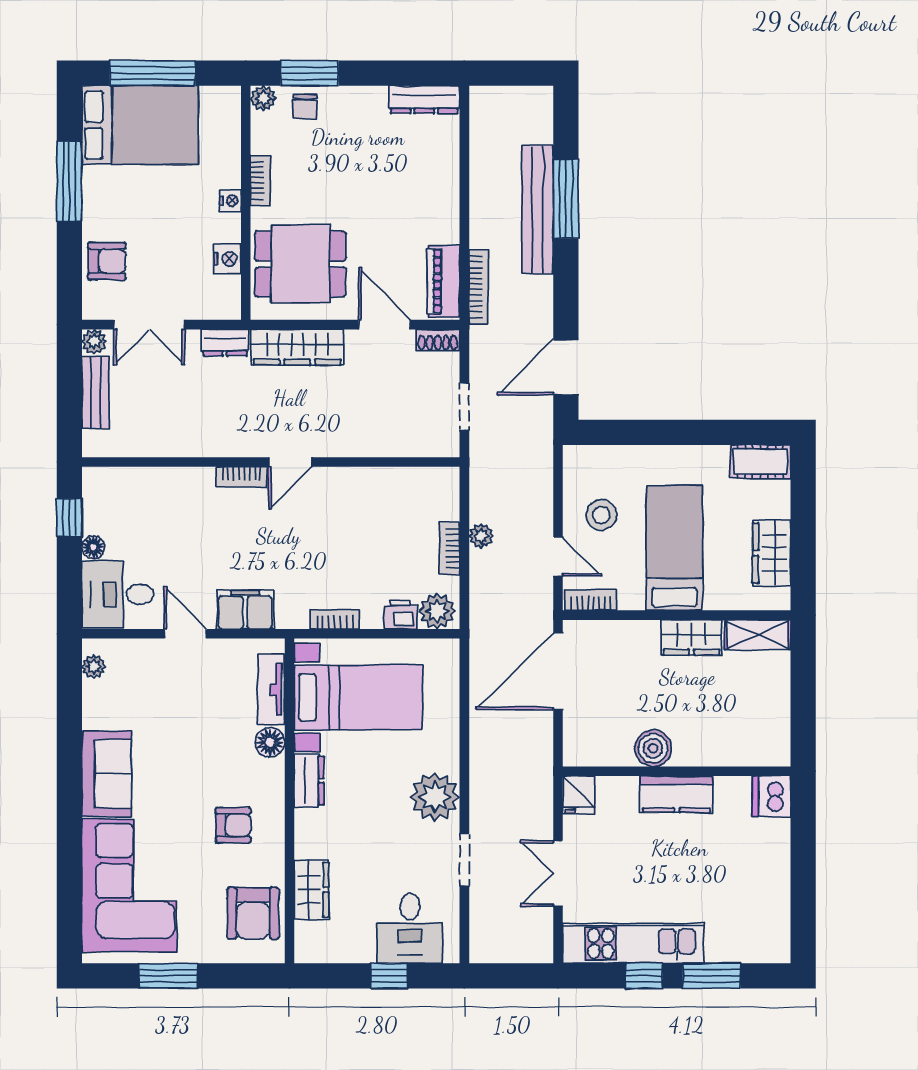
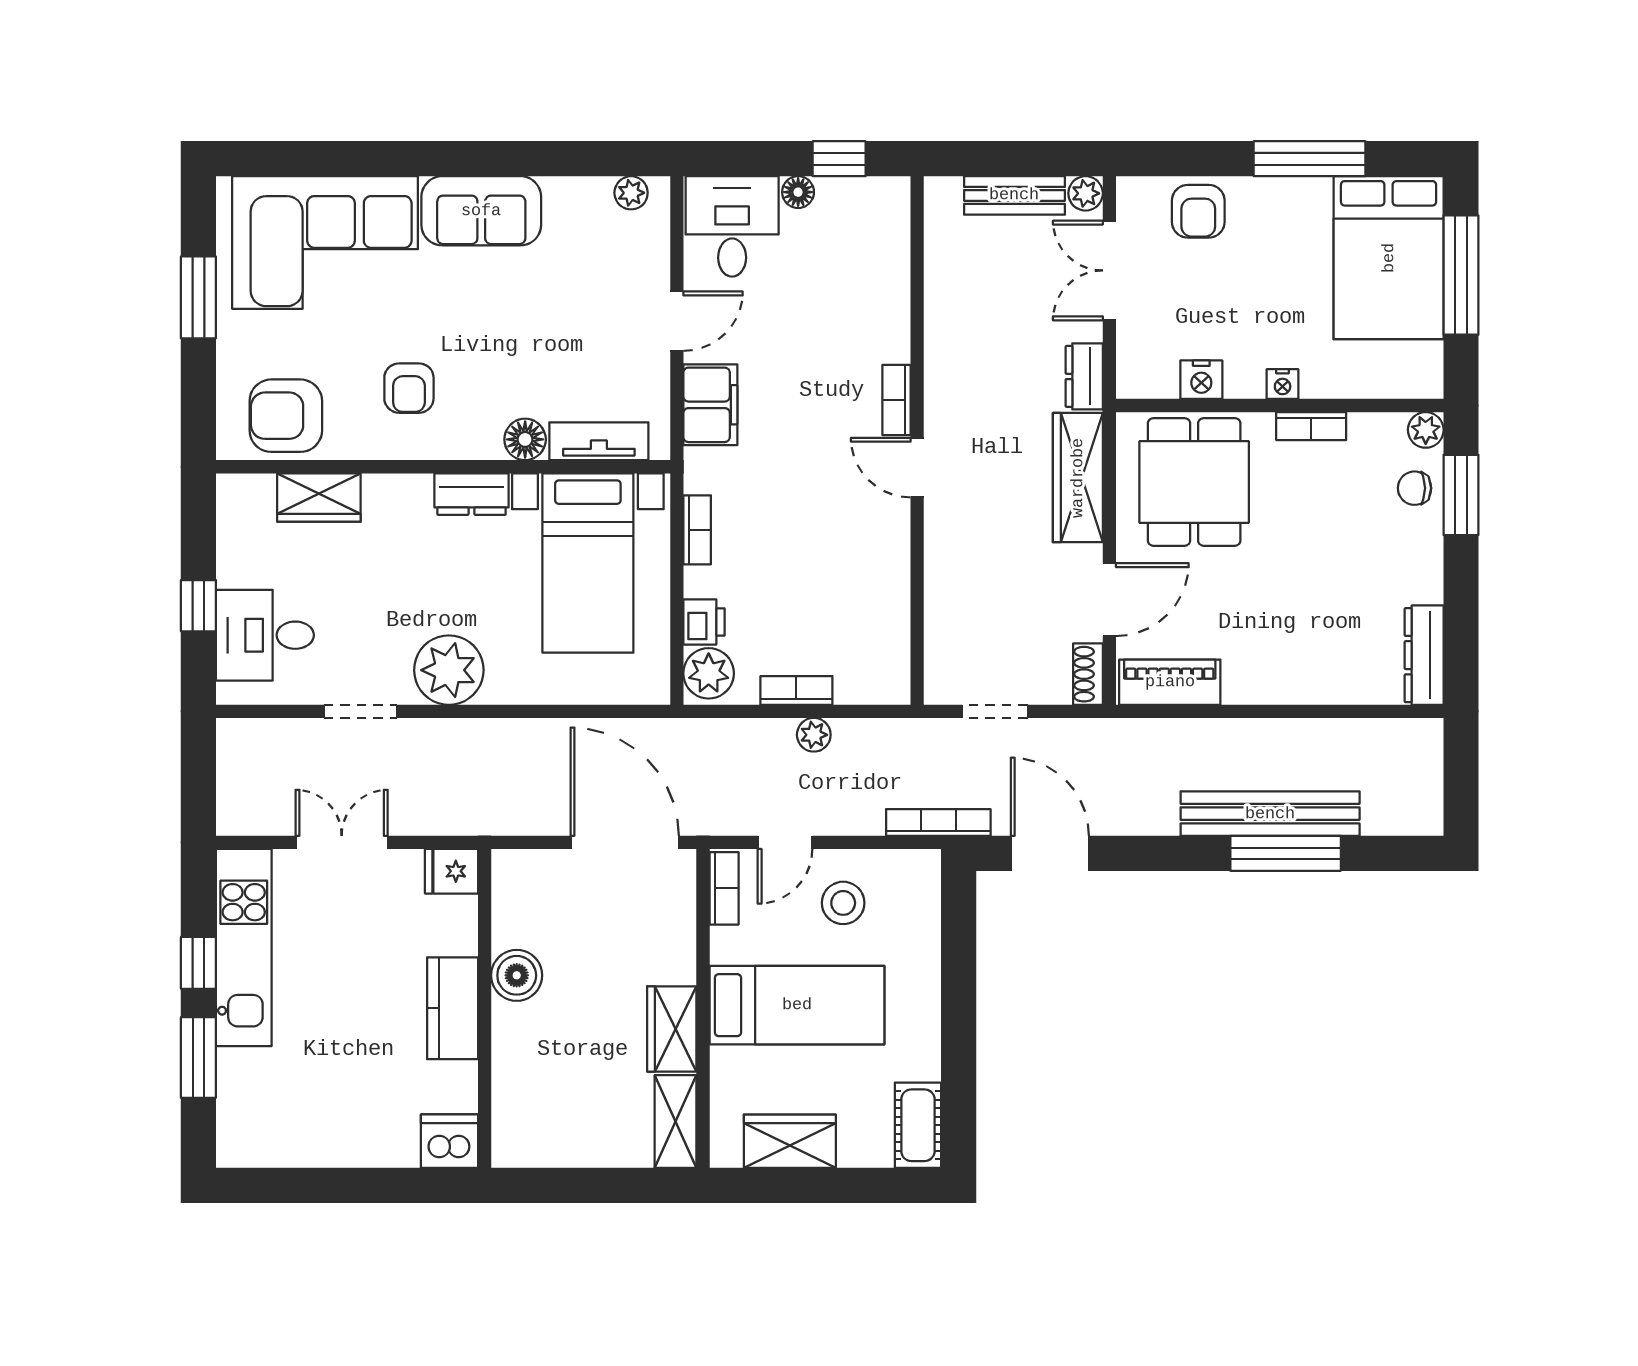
bookcase: (479, 287) -> (938, 822), moved, turned 180

